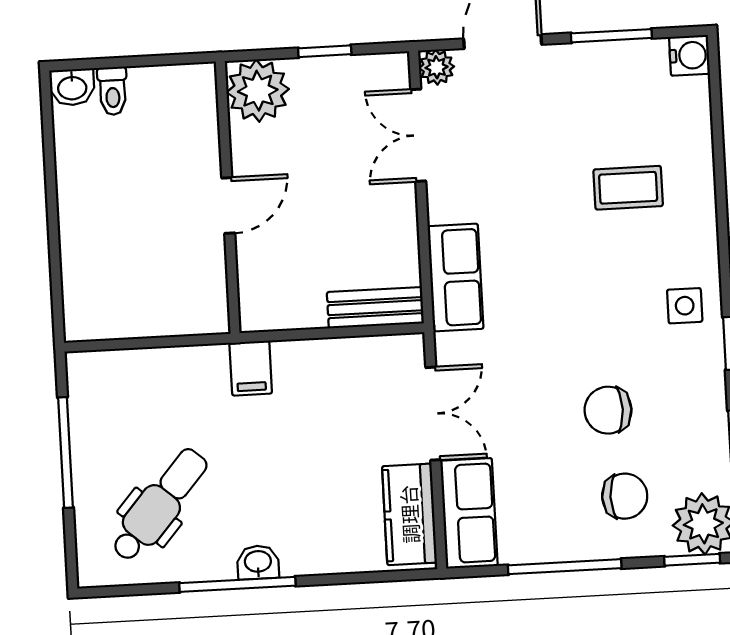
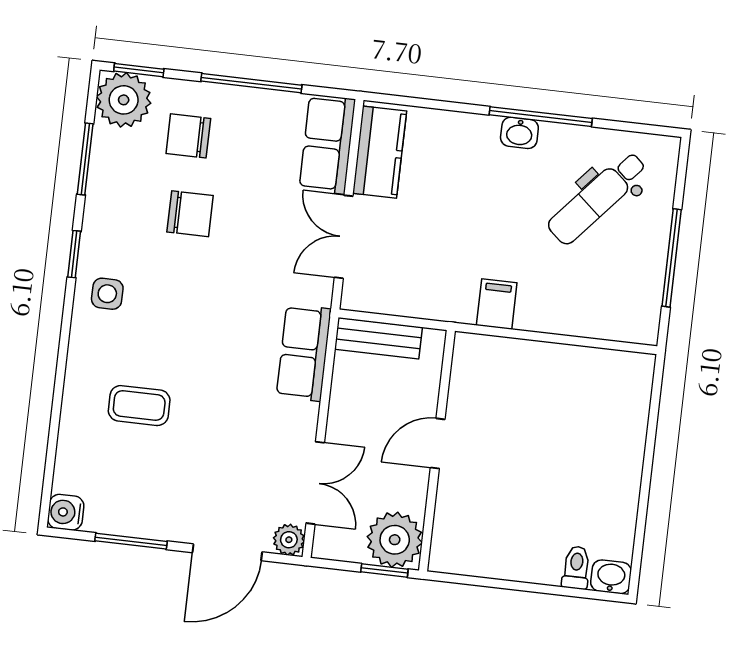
plant: (258, 91) -> (395, 540), moved
wall: (228, 197) -> (437, 451), moved
door: (228, 206) -> (438, 443), moved

